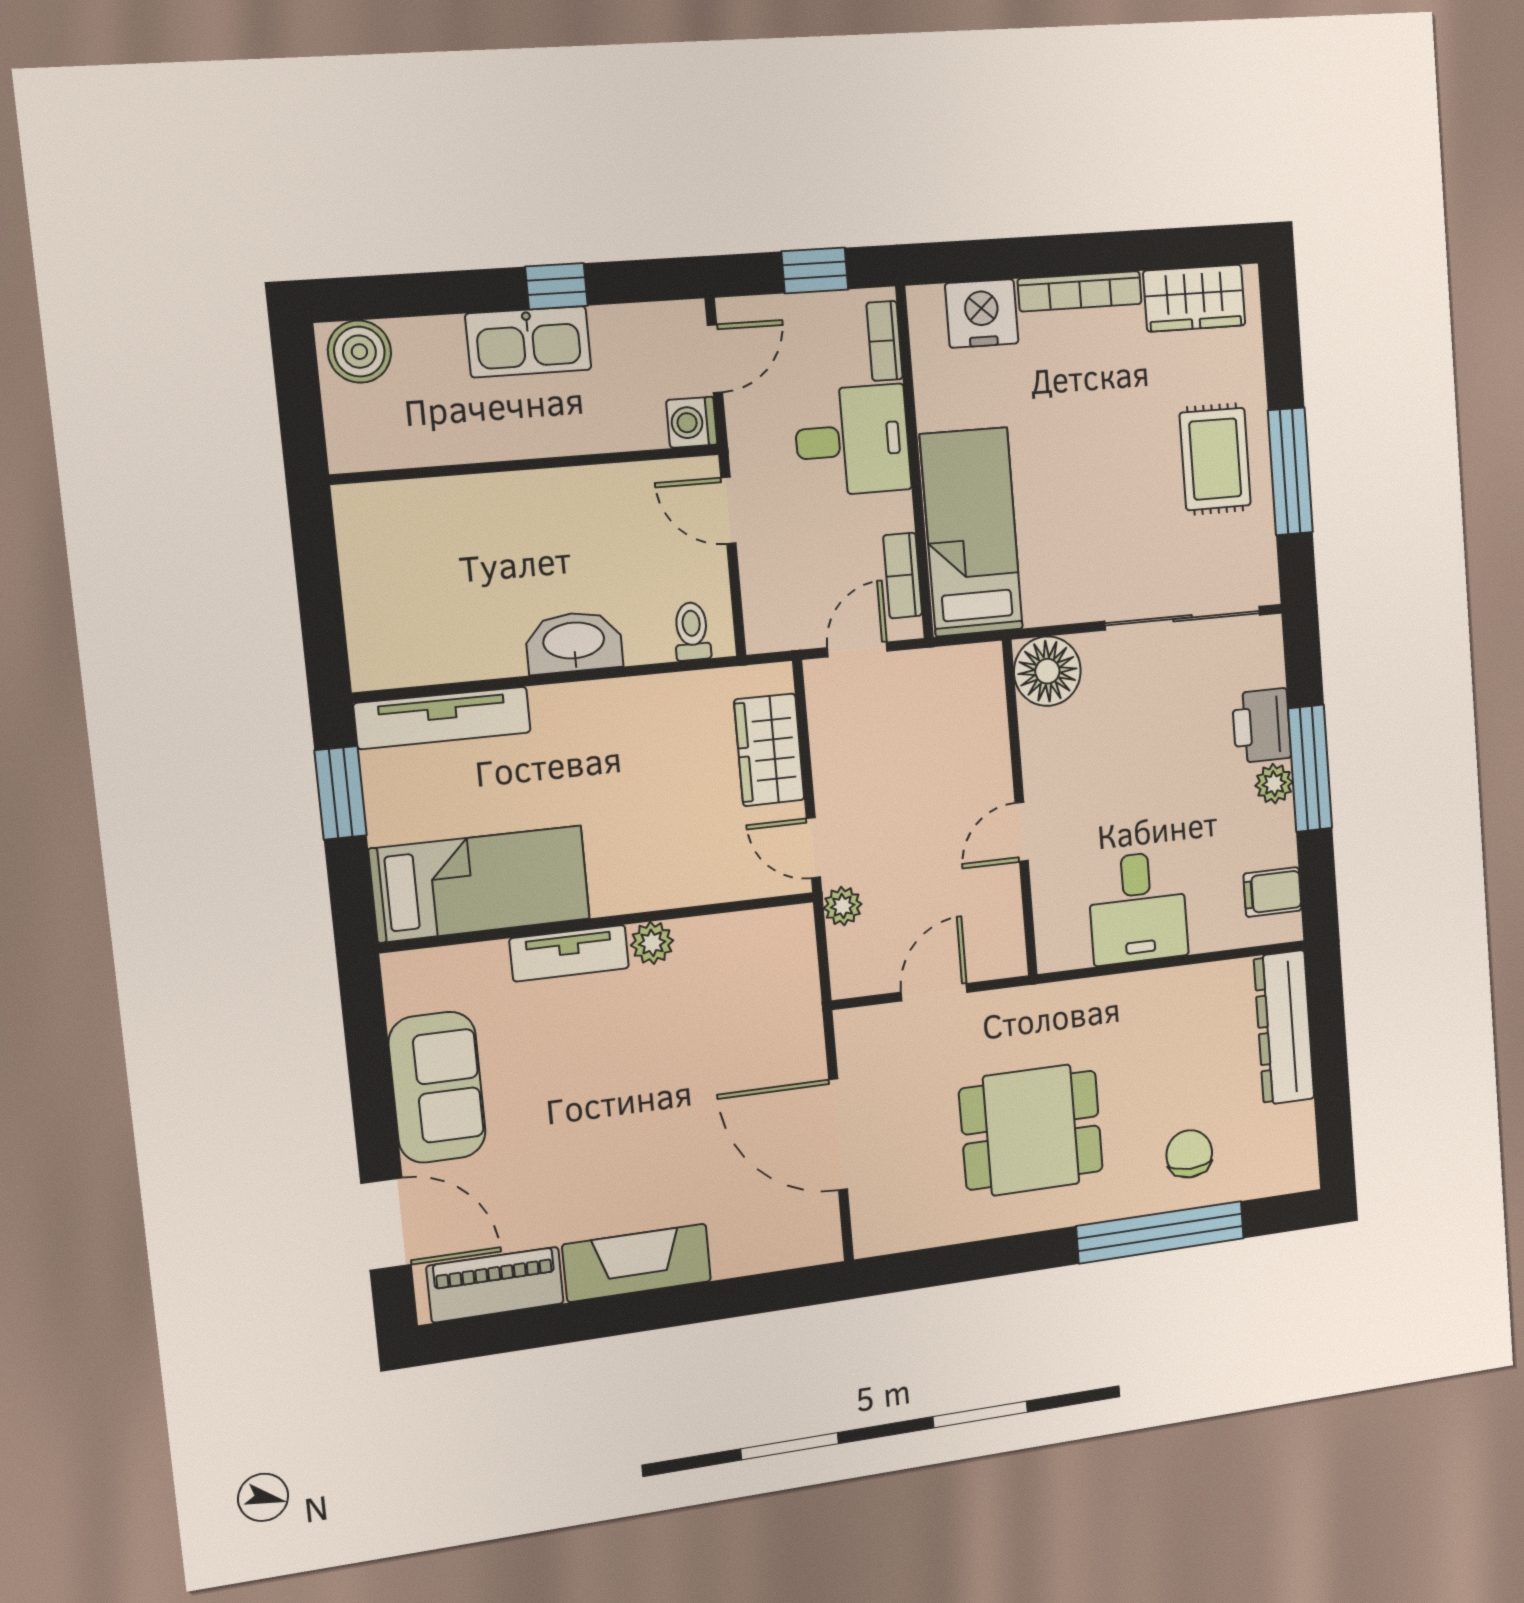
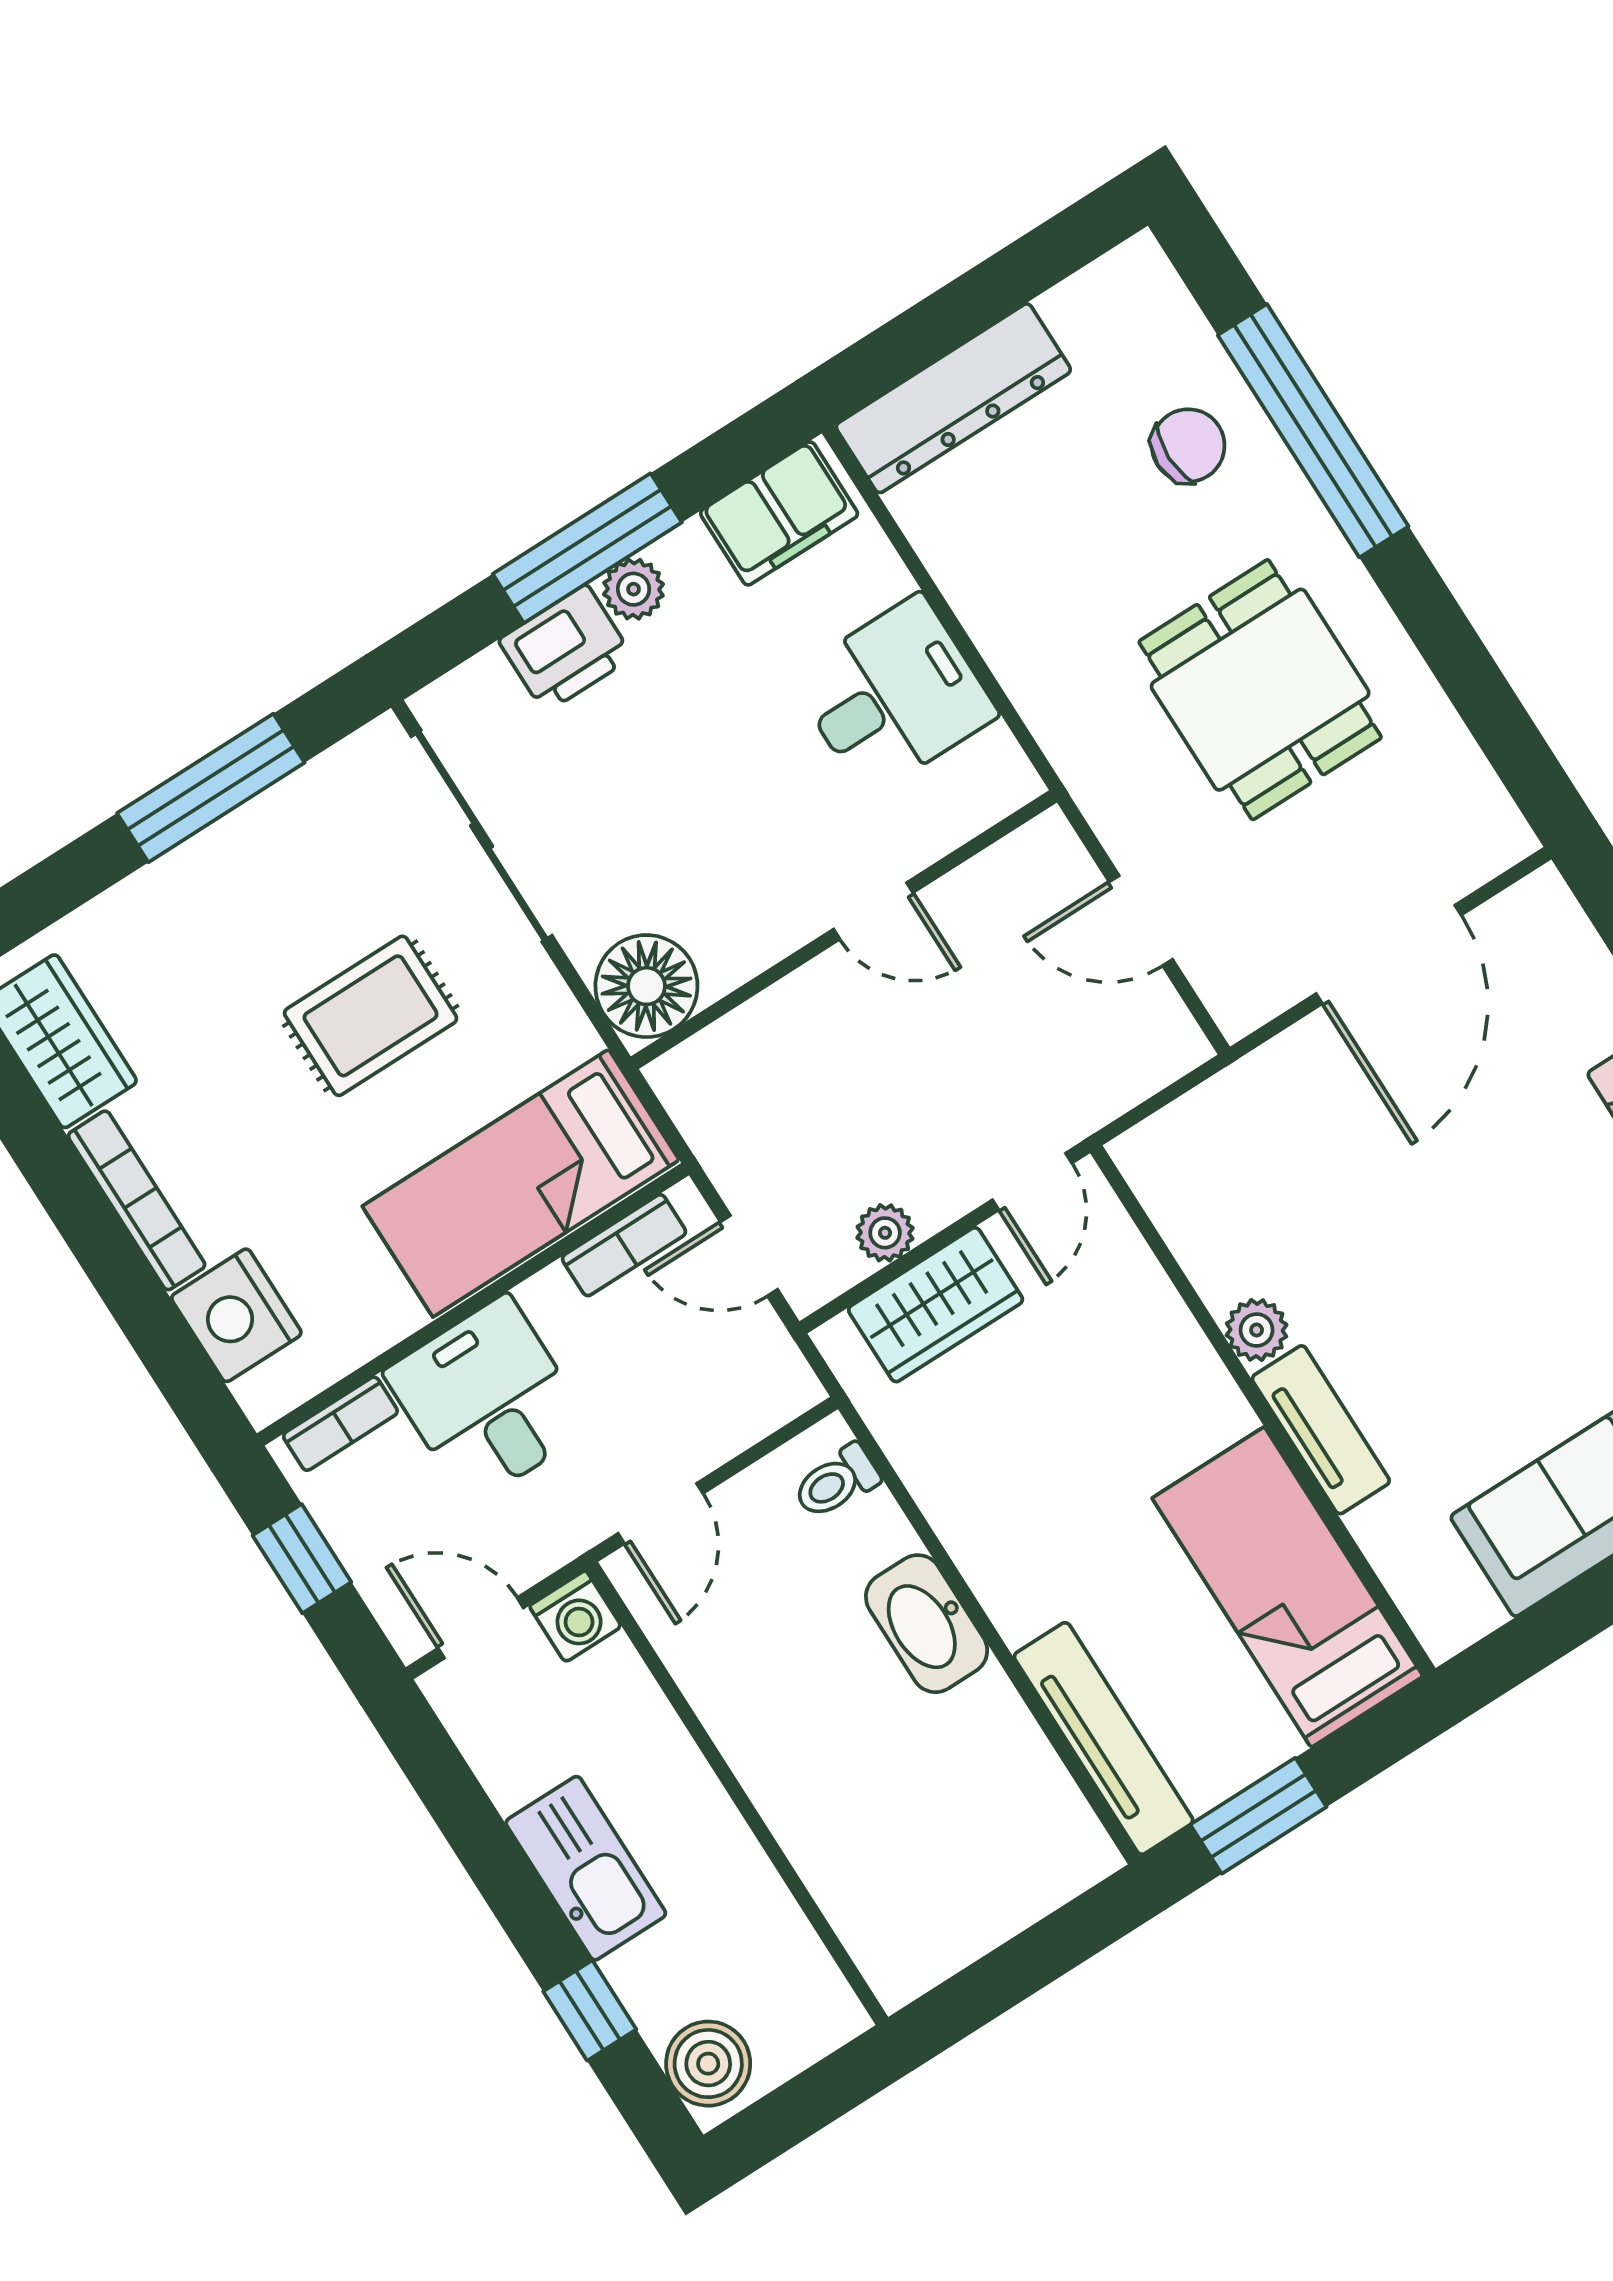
window: (556, 286) -> (590, 2010), moved
rug: (1215, 459) -> (371, 1016), moved
filing cabinet: (1272, 892) -> (779, 513), width x2.00
plant: (843, 906) -> (885, 1233), moved
chair: (1189, 1154) -> (1188, 446), turned 180

